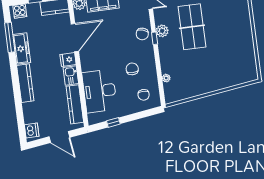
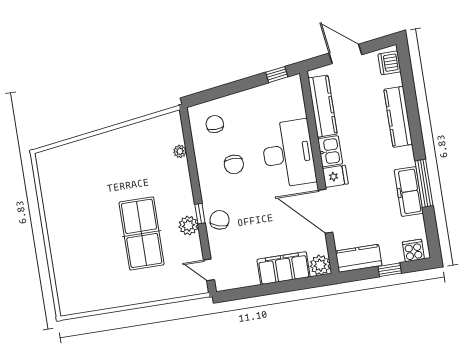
window: (10, 37) -> (424, 183), moved
door: (75, 38) -> (326, 211), hinge flipped
kitchen counter: (25, 83) -> (398, 117), moved
desk: (99, 91) -> (288, 154), moved
window: (113, 122) -> (277, 75), moved

